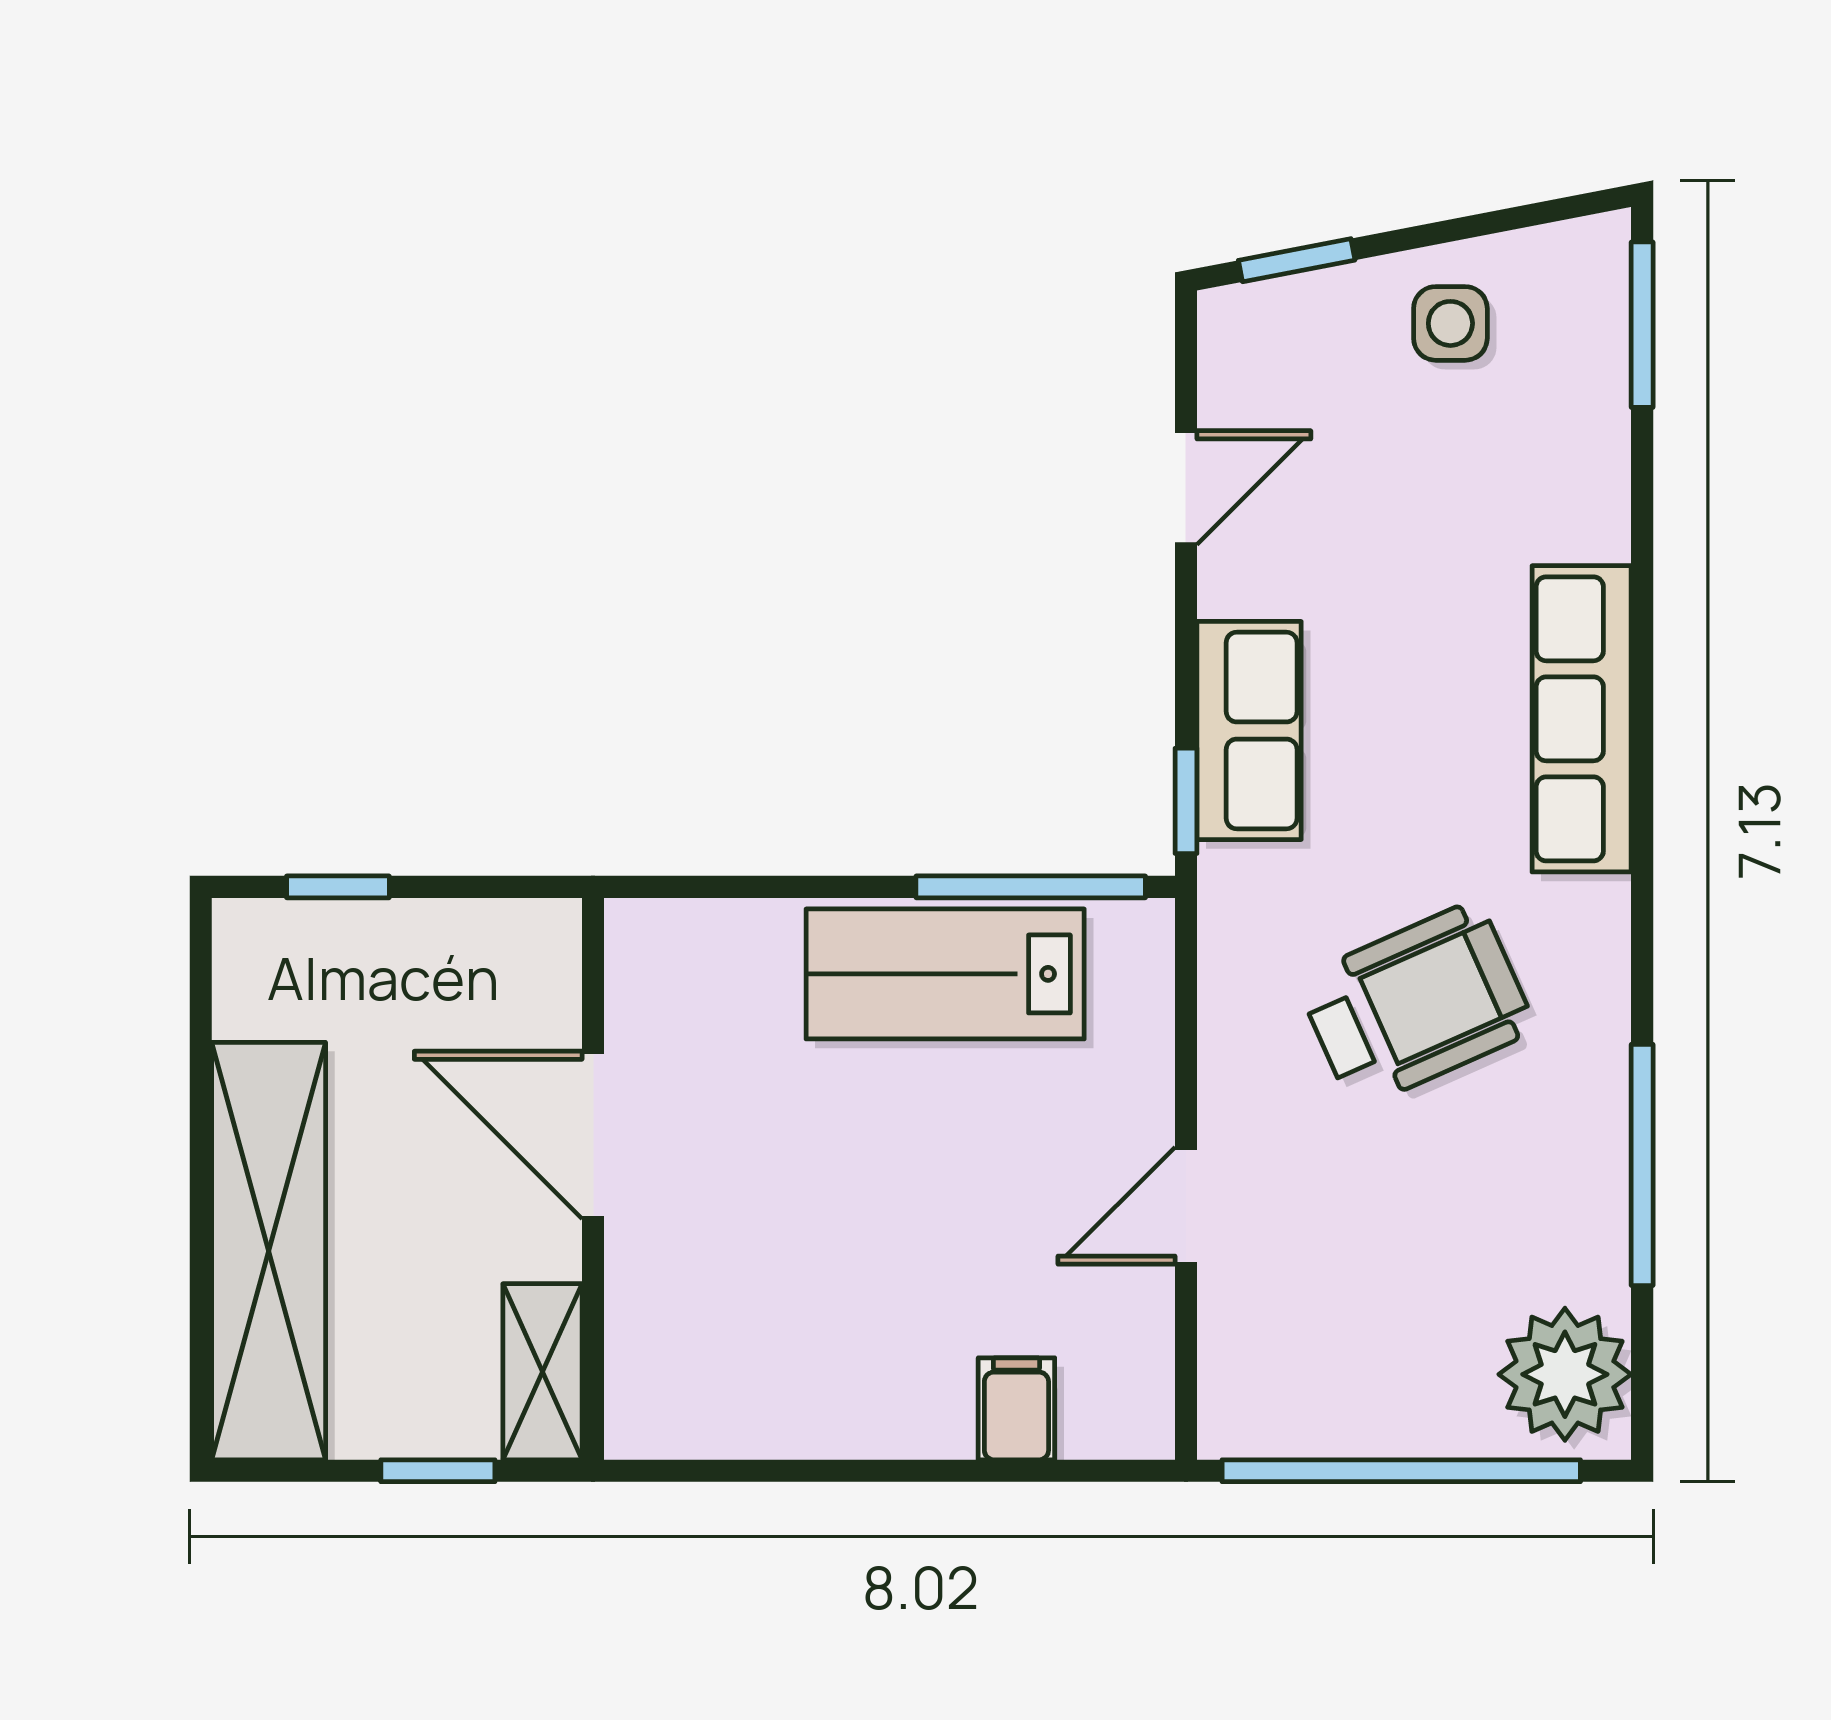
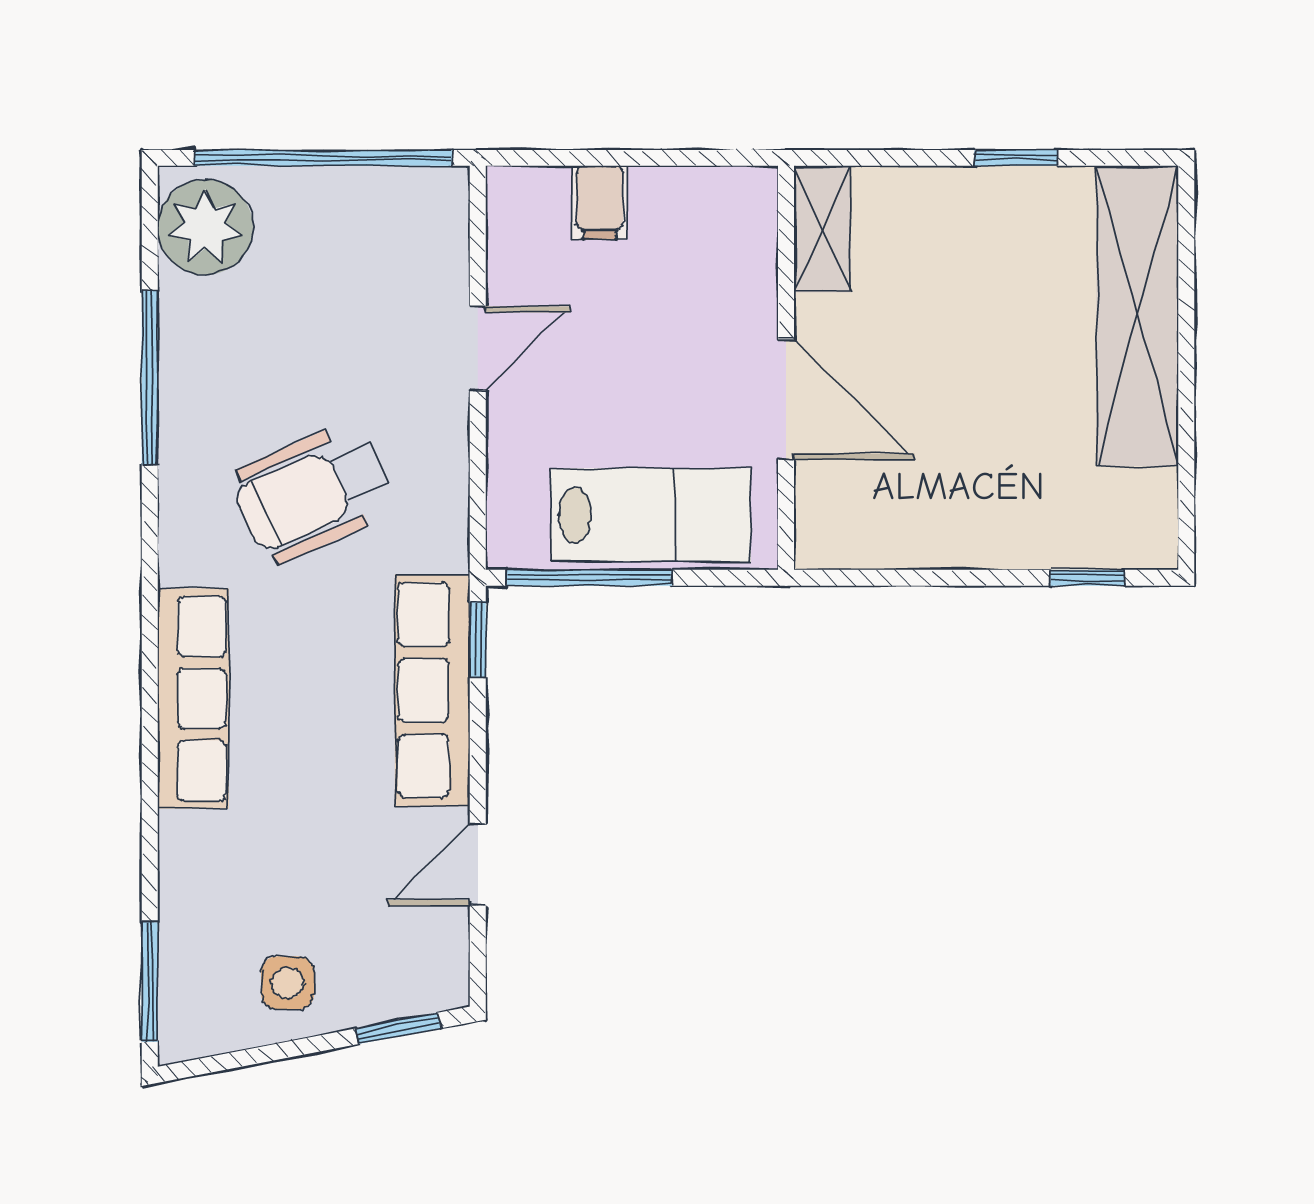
row of seats: (1249, 730) -> (432, 690), width x1.48
door: (593, 1135) -> (786, 399), moved
wall: (593, 1179) -> (786, 368), moved
shelving: (542, 1372) -> (822, 229), moved

